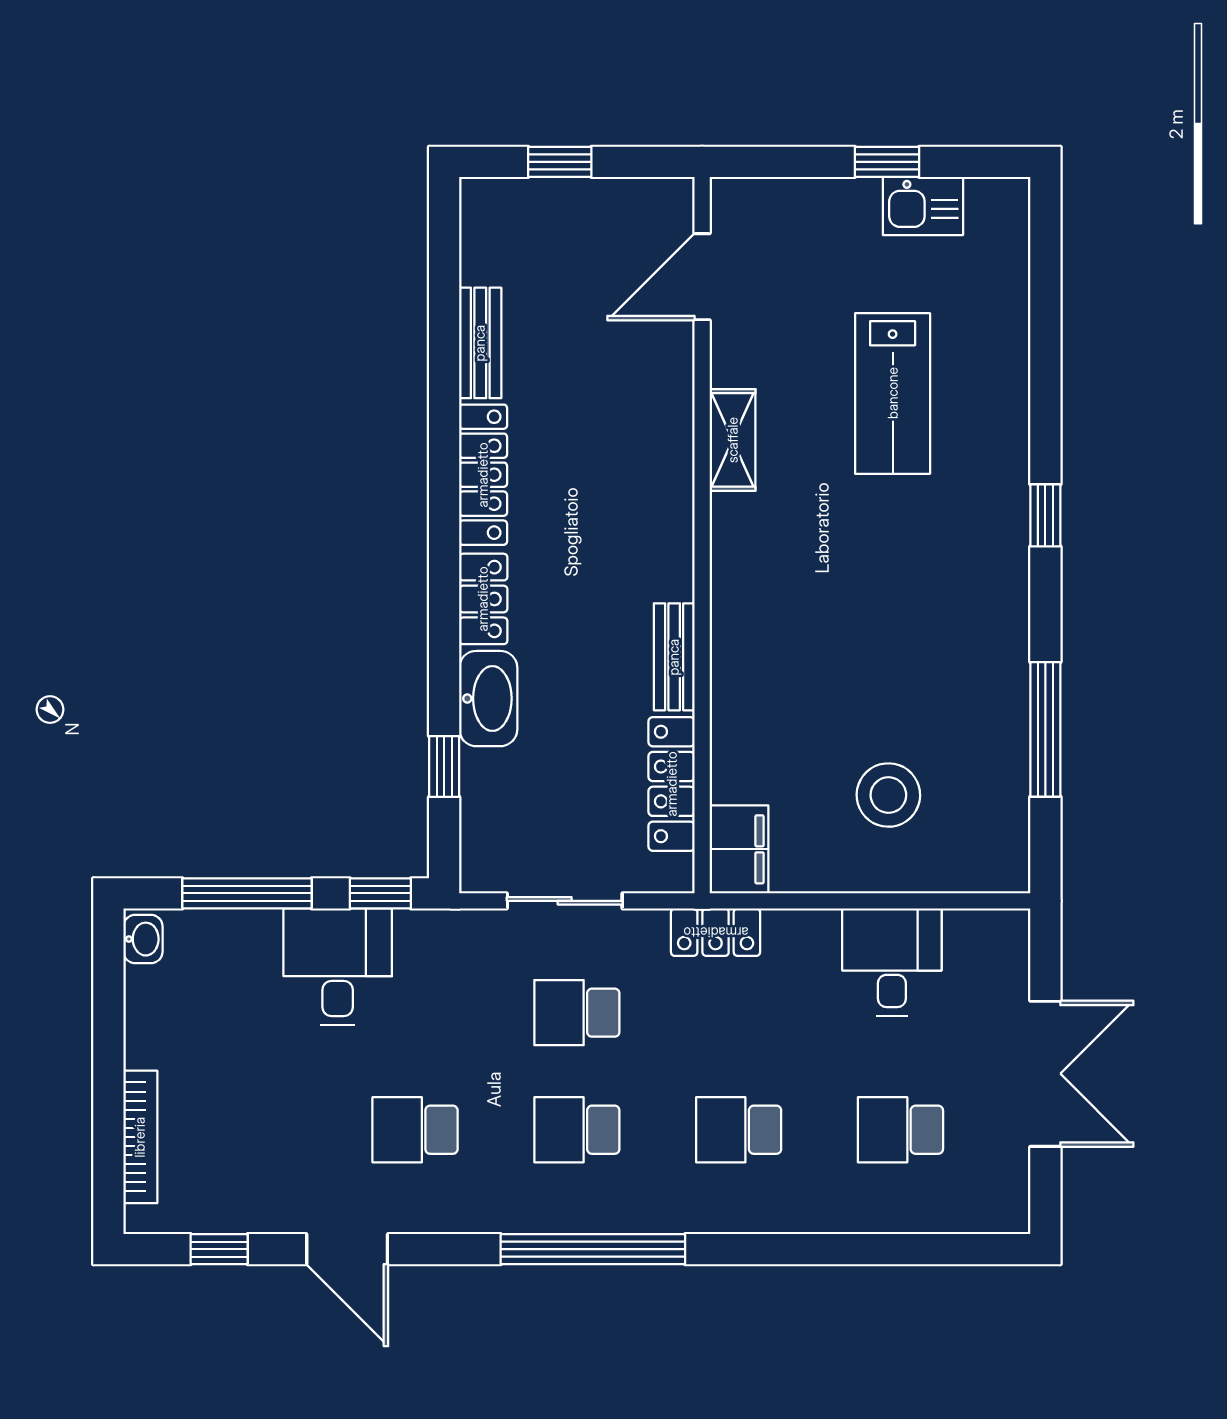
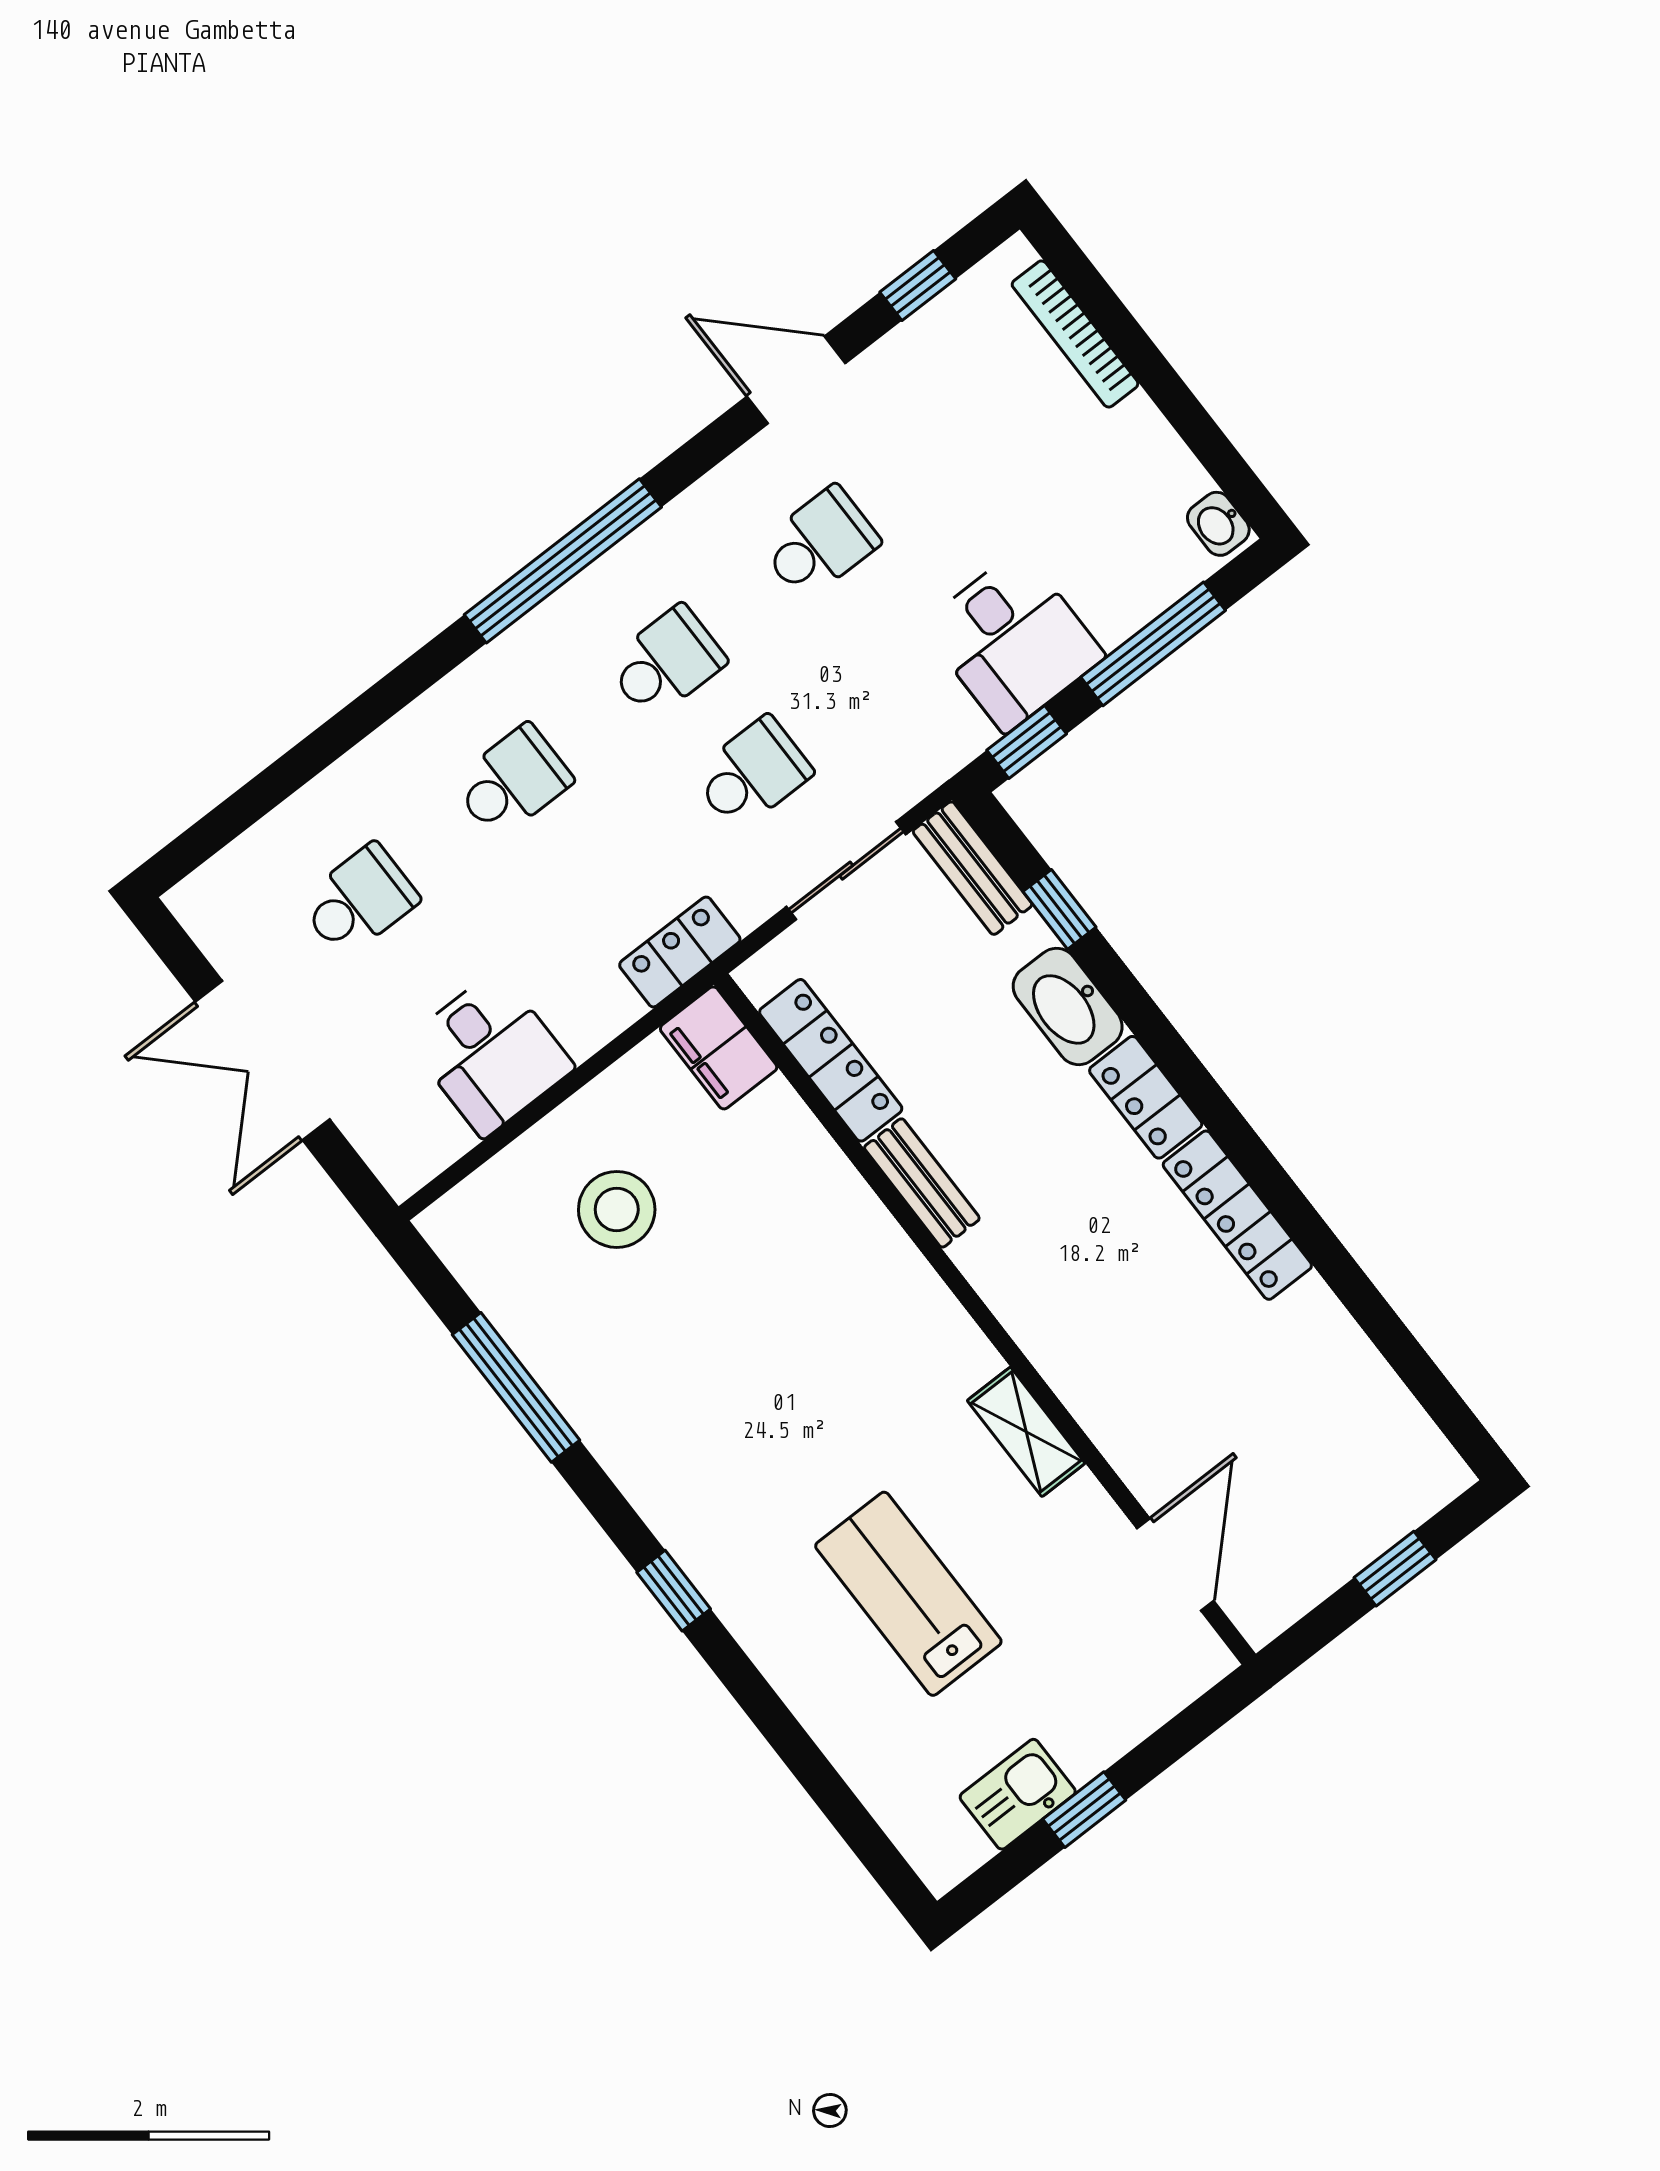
bench: (480, 343) -> (973, 868), moved

